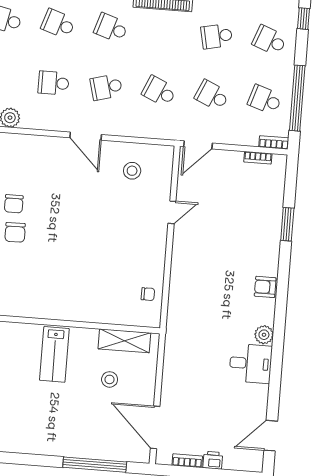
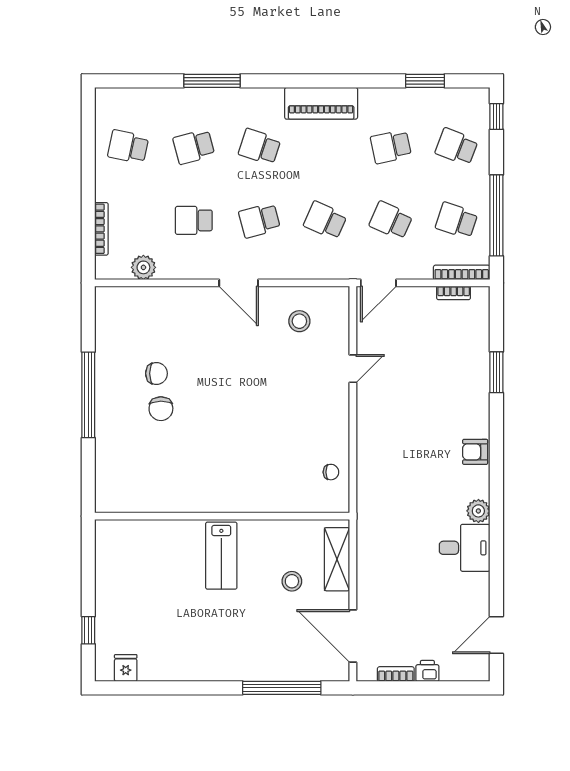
school desk: (58, 24) -> (194, 147), turned -33
bookcase: (274, 142) -> (462, 272), width x1.56
chair: (14, 204) -> (156, 373), turned -90
shelving: (124, 341) -> (337, 559), moved, turned 90

